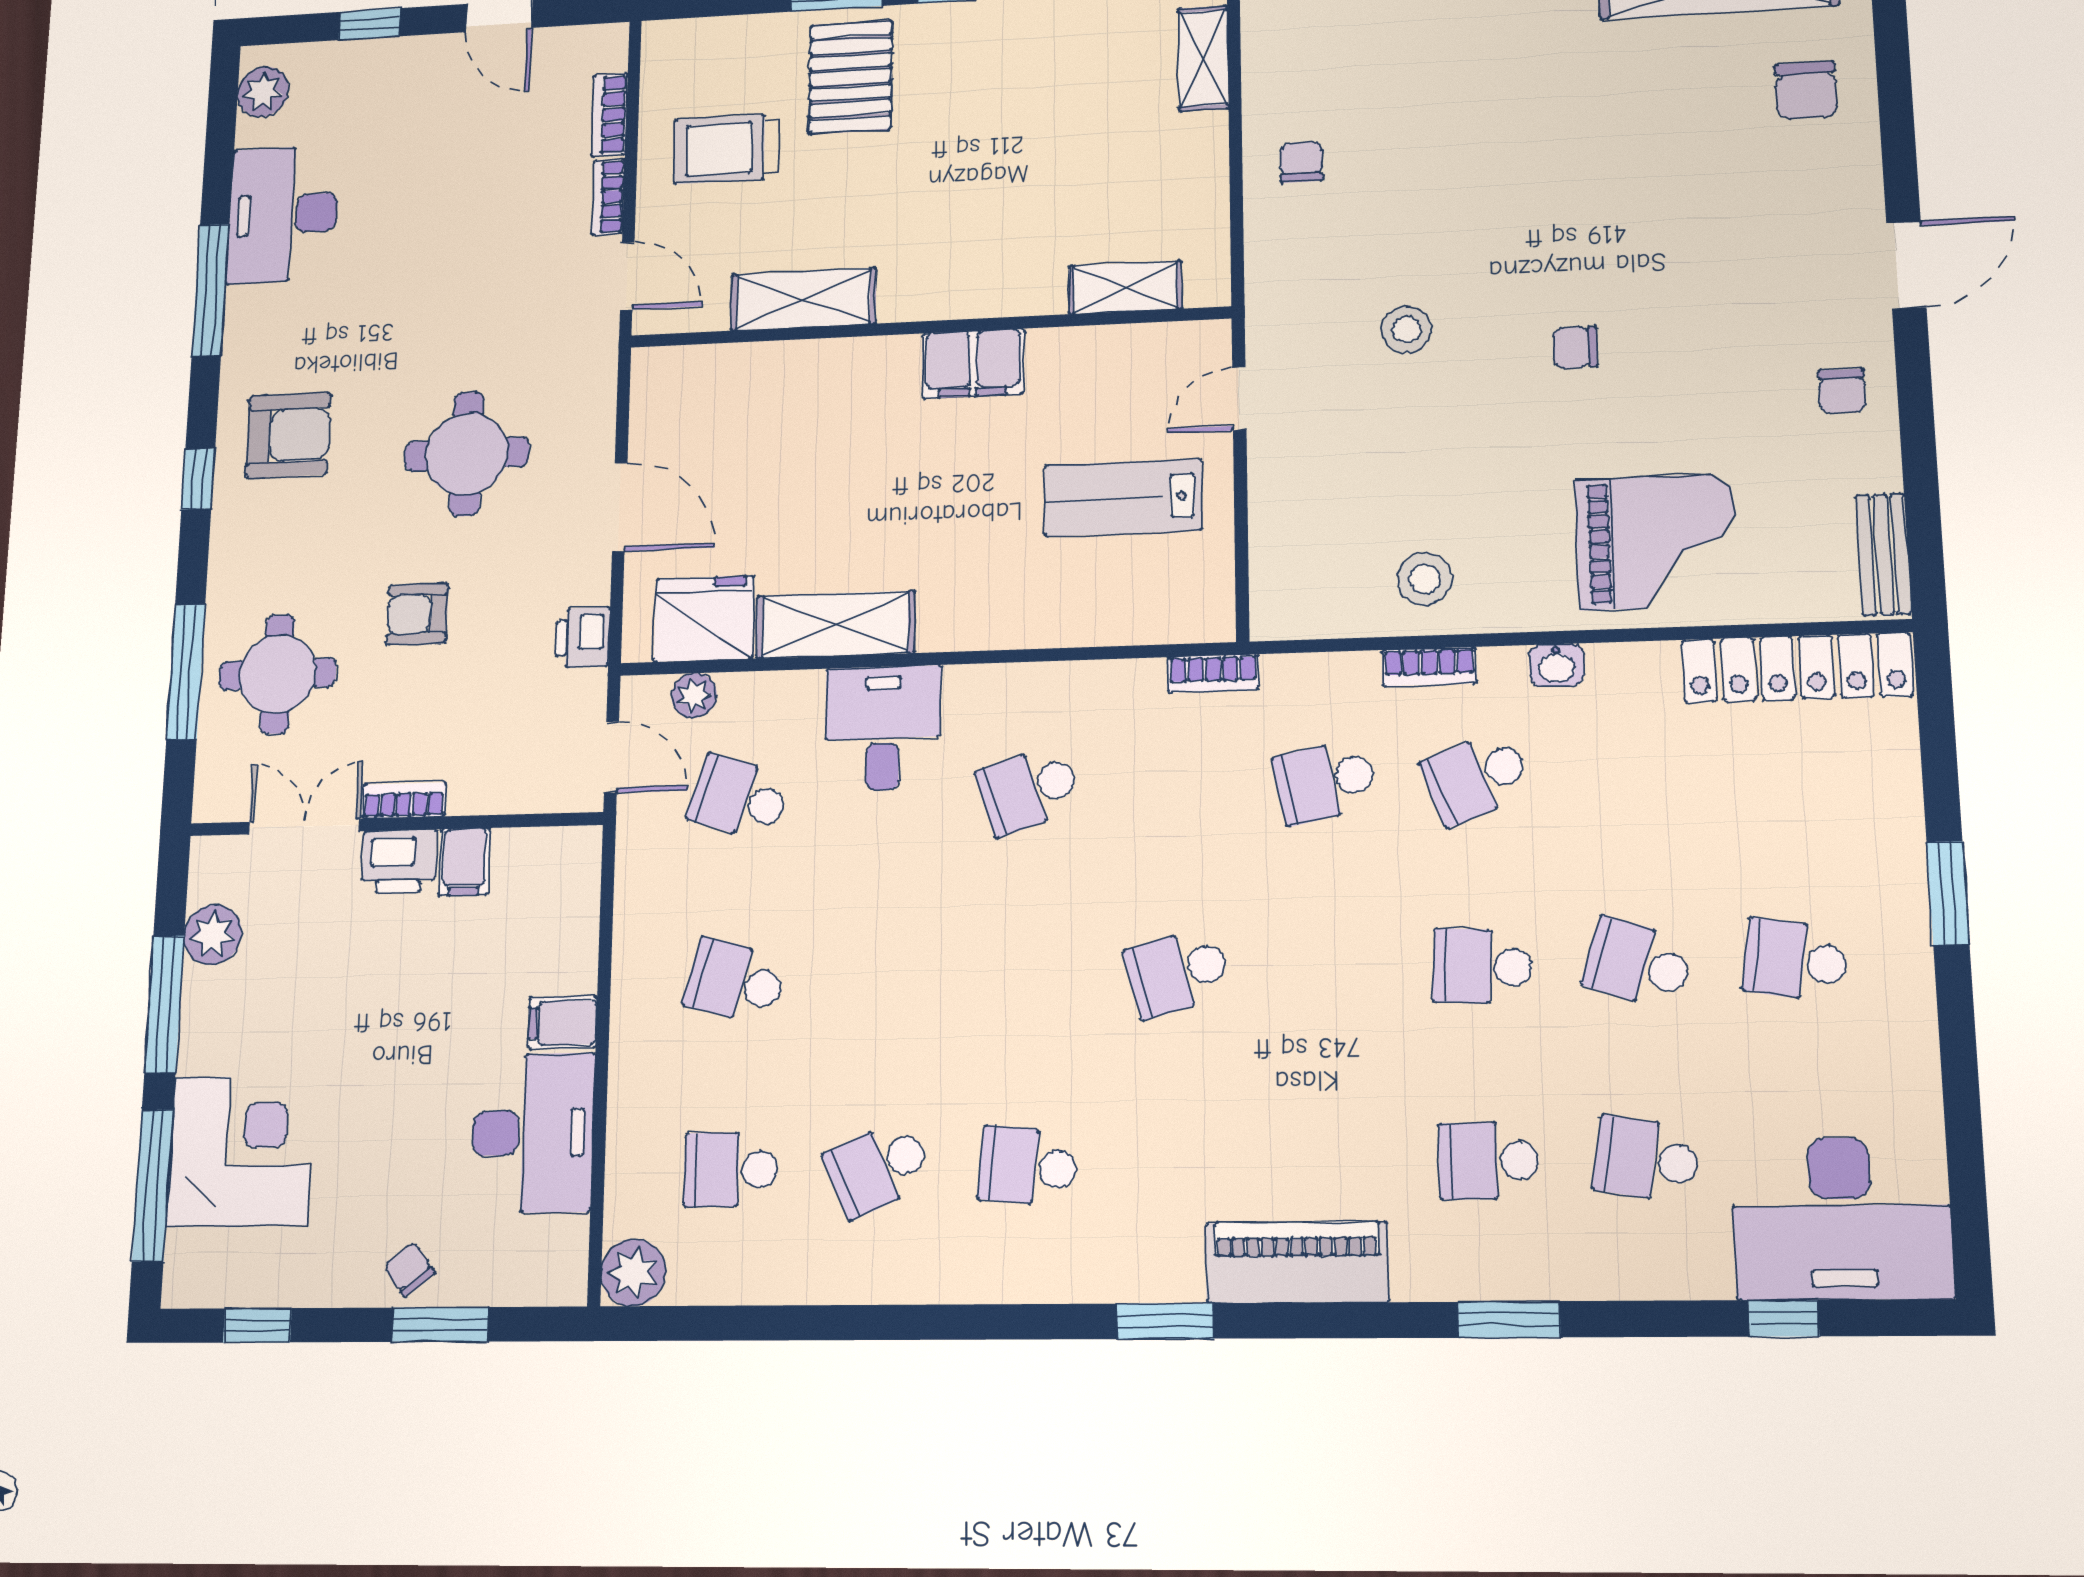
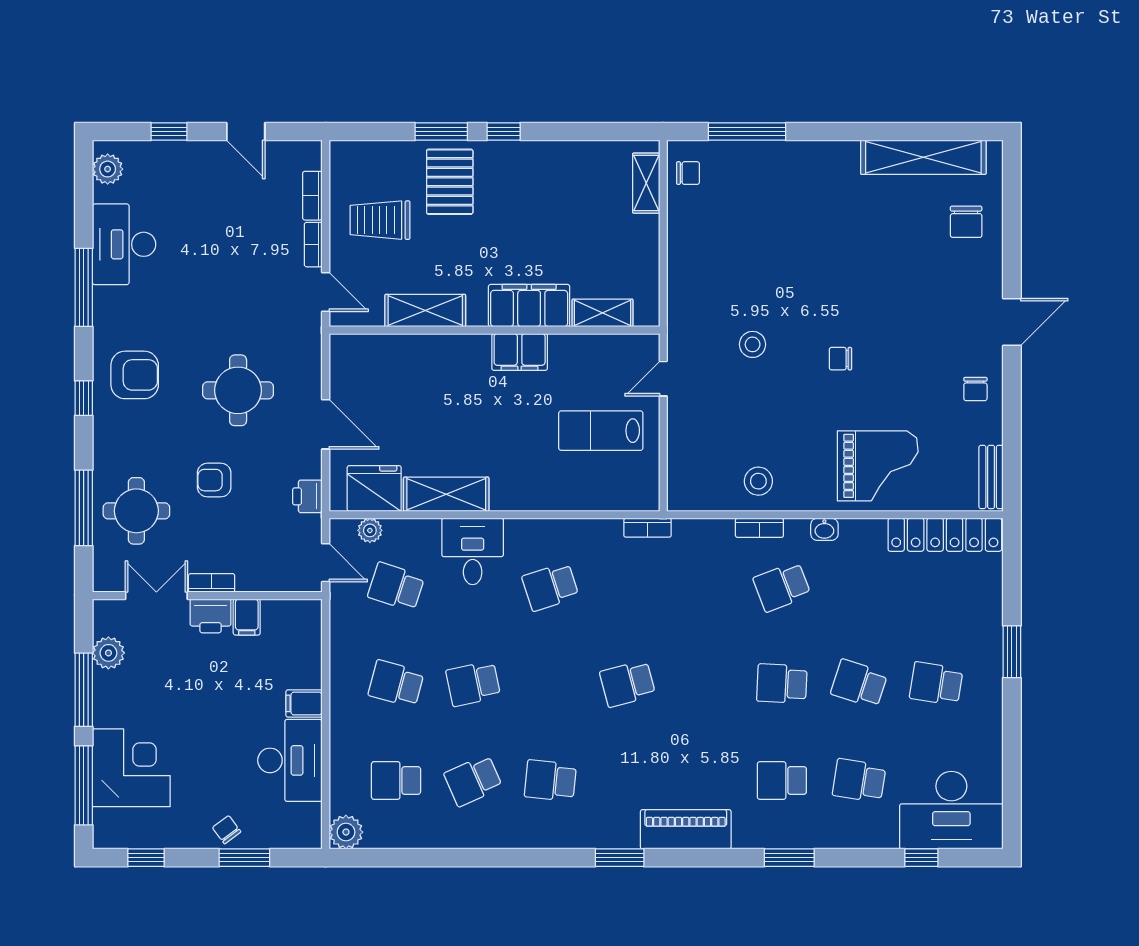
chair: (1301, 162) -> (688, 173), moved, turned 90
filing cabinet: (991, 281) -> (529, 306), added
school desk: (1325, 782) -> (473, 684), moved

